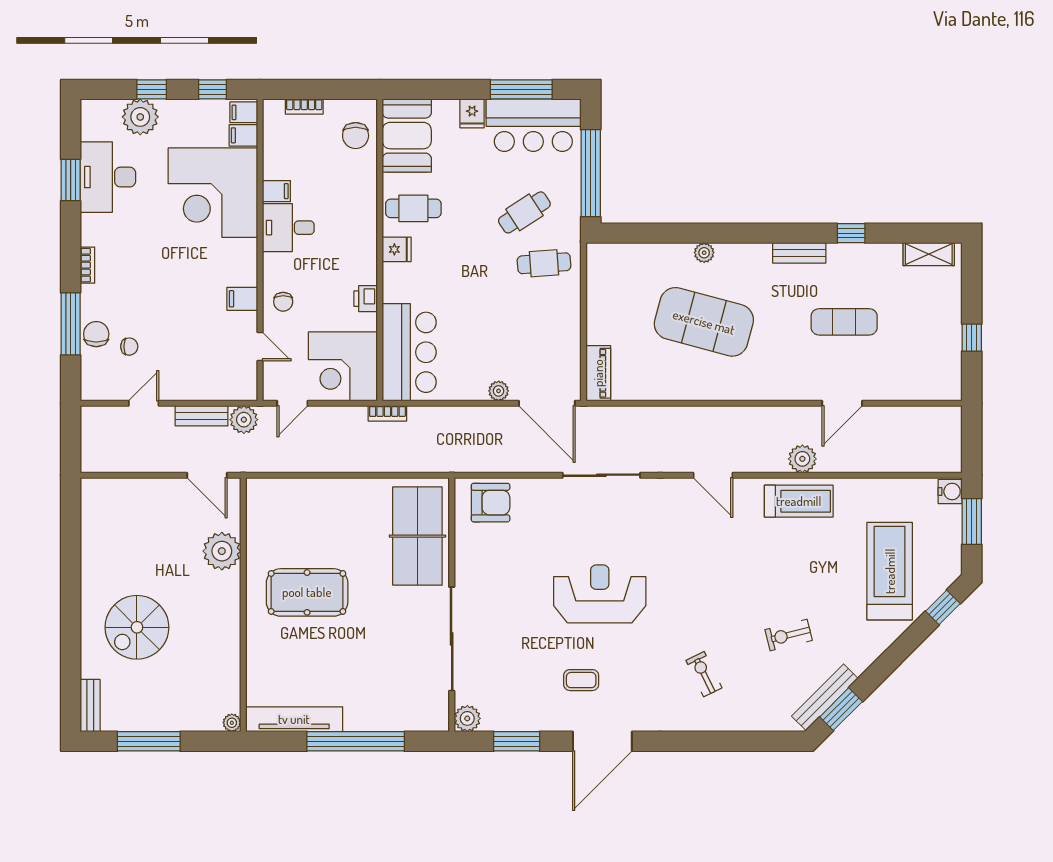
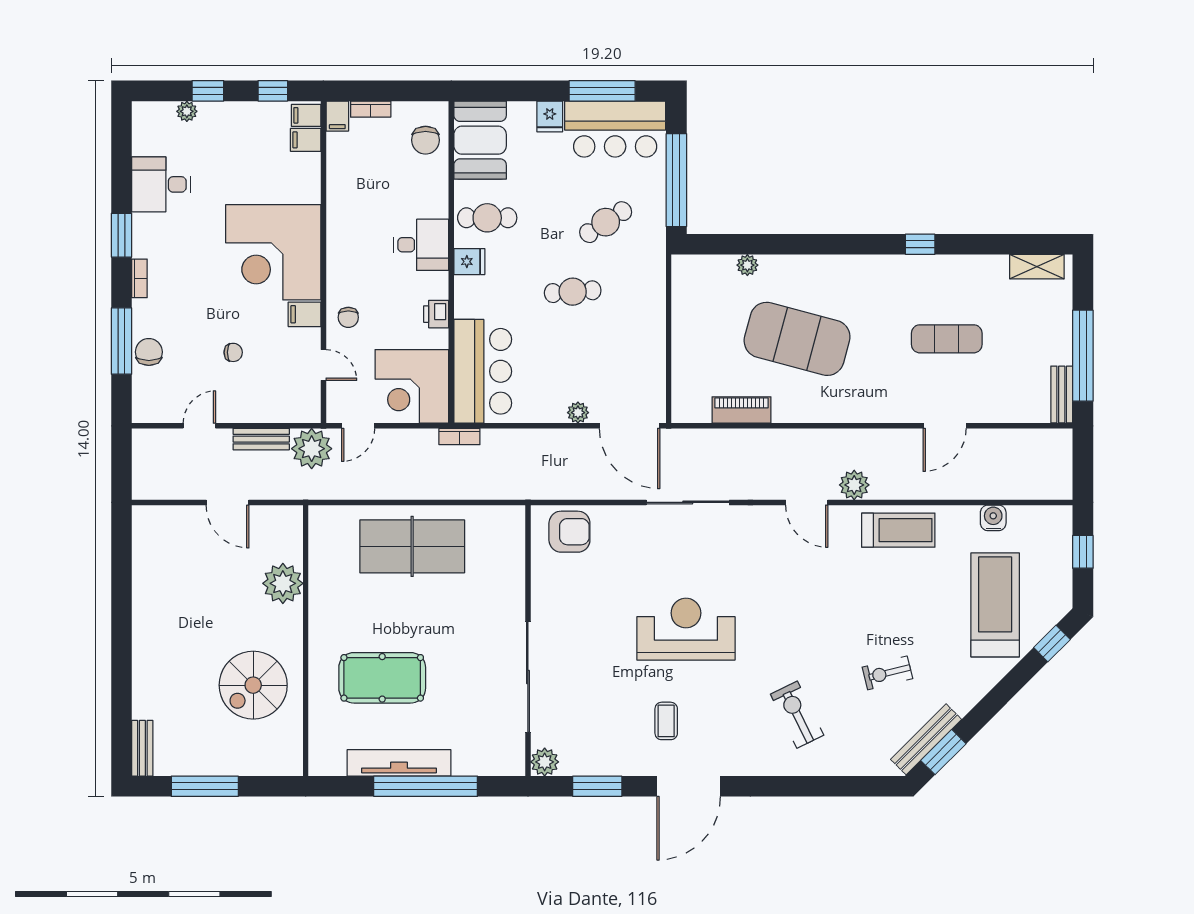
plant: (140, 117) -> (187, 111), width x0.53, depth x0.53
desk: (108, 177) -> (161, 184), width x0.73
window: (71, 180) -> (121, 235), moved
filing cabinet: (276, 191) -> (337, 116), moved, turned 90
corner desk: (213, 193) -> (273, 252), moved
desk: (288, 228) -> (421, 245), moved, turned 180
window: (851, 233) -> (920, 244), moved
plant: (704, 253) -> (747, 265), moved
bench: (799, 253) -> (1062, 394), moved, turned 90
cafe table: (544, 263) -> (573, 292), moved
window: (972, 338) -> (1083, 356), width x3.17
chair: (129, 347) -> (233, 352), moved
piano: (598, 373) -> (742, 410), moved, turned -90
plant: (244, 420) -> (312, 449), width x1.36, depth x1.36
plant: (802, 459) -> (854, 485), moved
door: (207, 475) -> (227, 502), moved
water cooler: (950, 491) -> (993, 518), moved, turned -90
window: (972, 521) -> (1083, 552), width x0.67
table tennis table: (417, 536) -> (412, 546), moved, turned 90
pool table: (307, 592) -> (382, 678), moved
spiral stairs: (137, 627) -> (253, 685), moved
exercise bike: (704, 674) -> (797, 715), width x1.38, depth x1.39
coffee table: (581, 680) -> (666, 721), turned 90
tv unit: (294, 719) -> (399, 763), moved
plant: (232, 723) -> (293, 767), removed

